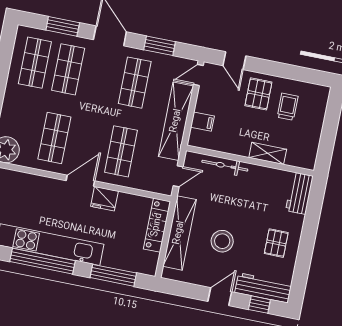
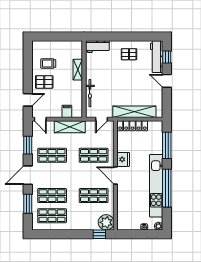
shelving: (176, 121) -> (70, 127), width x0.68
door: (178, 176) -> (102, 119), swing flipped
stool: (222, 241) -> (134, 86), removed

